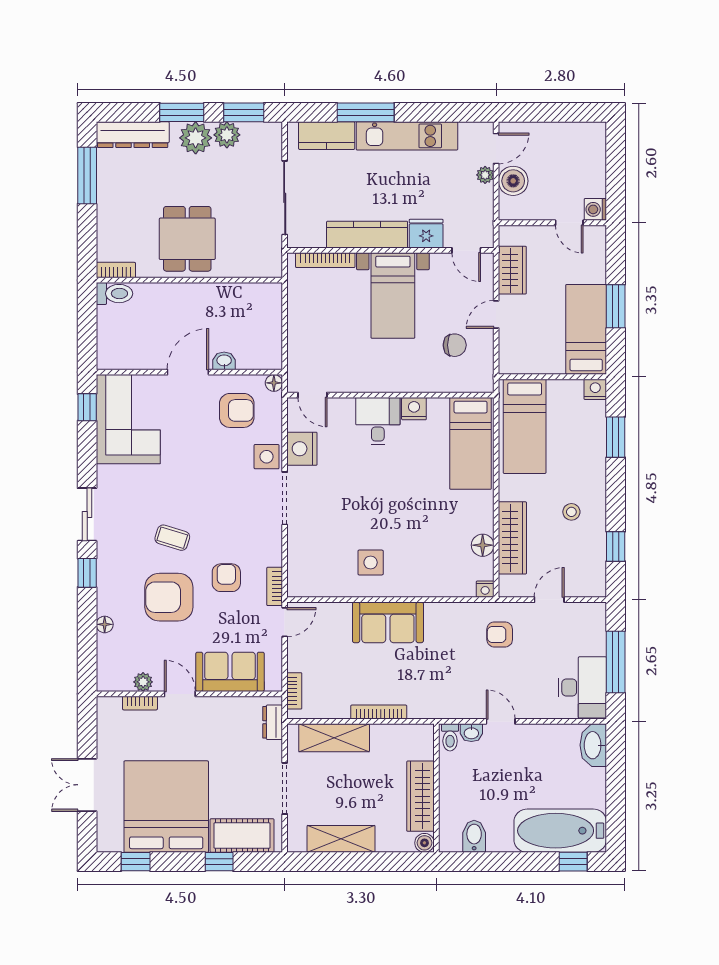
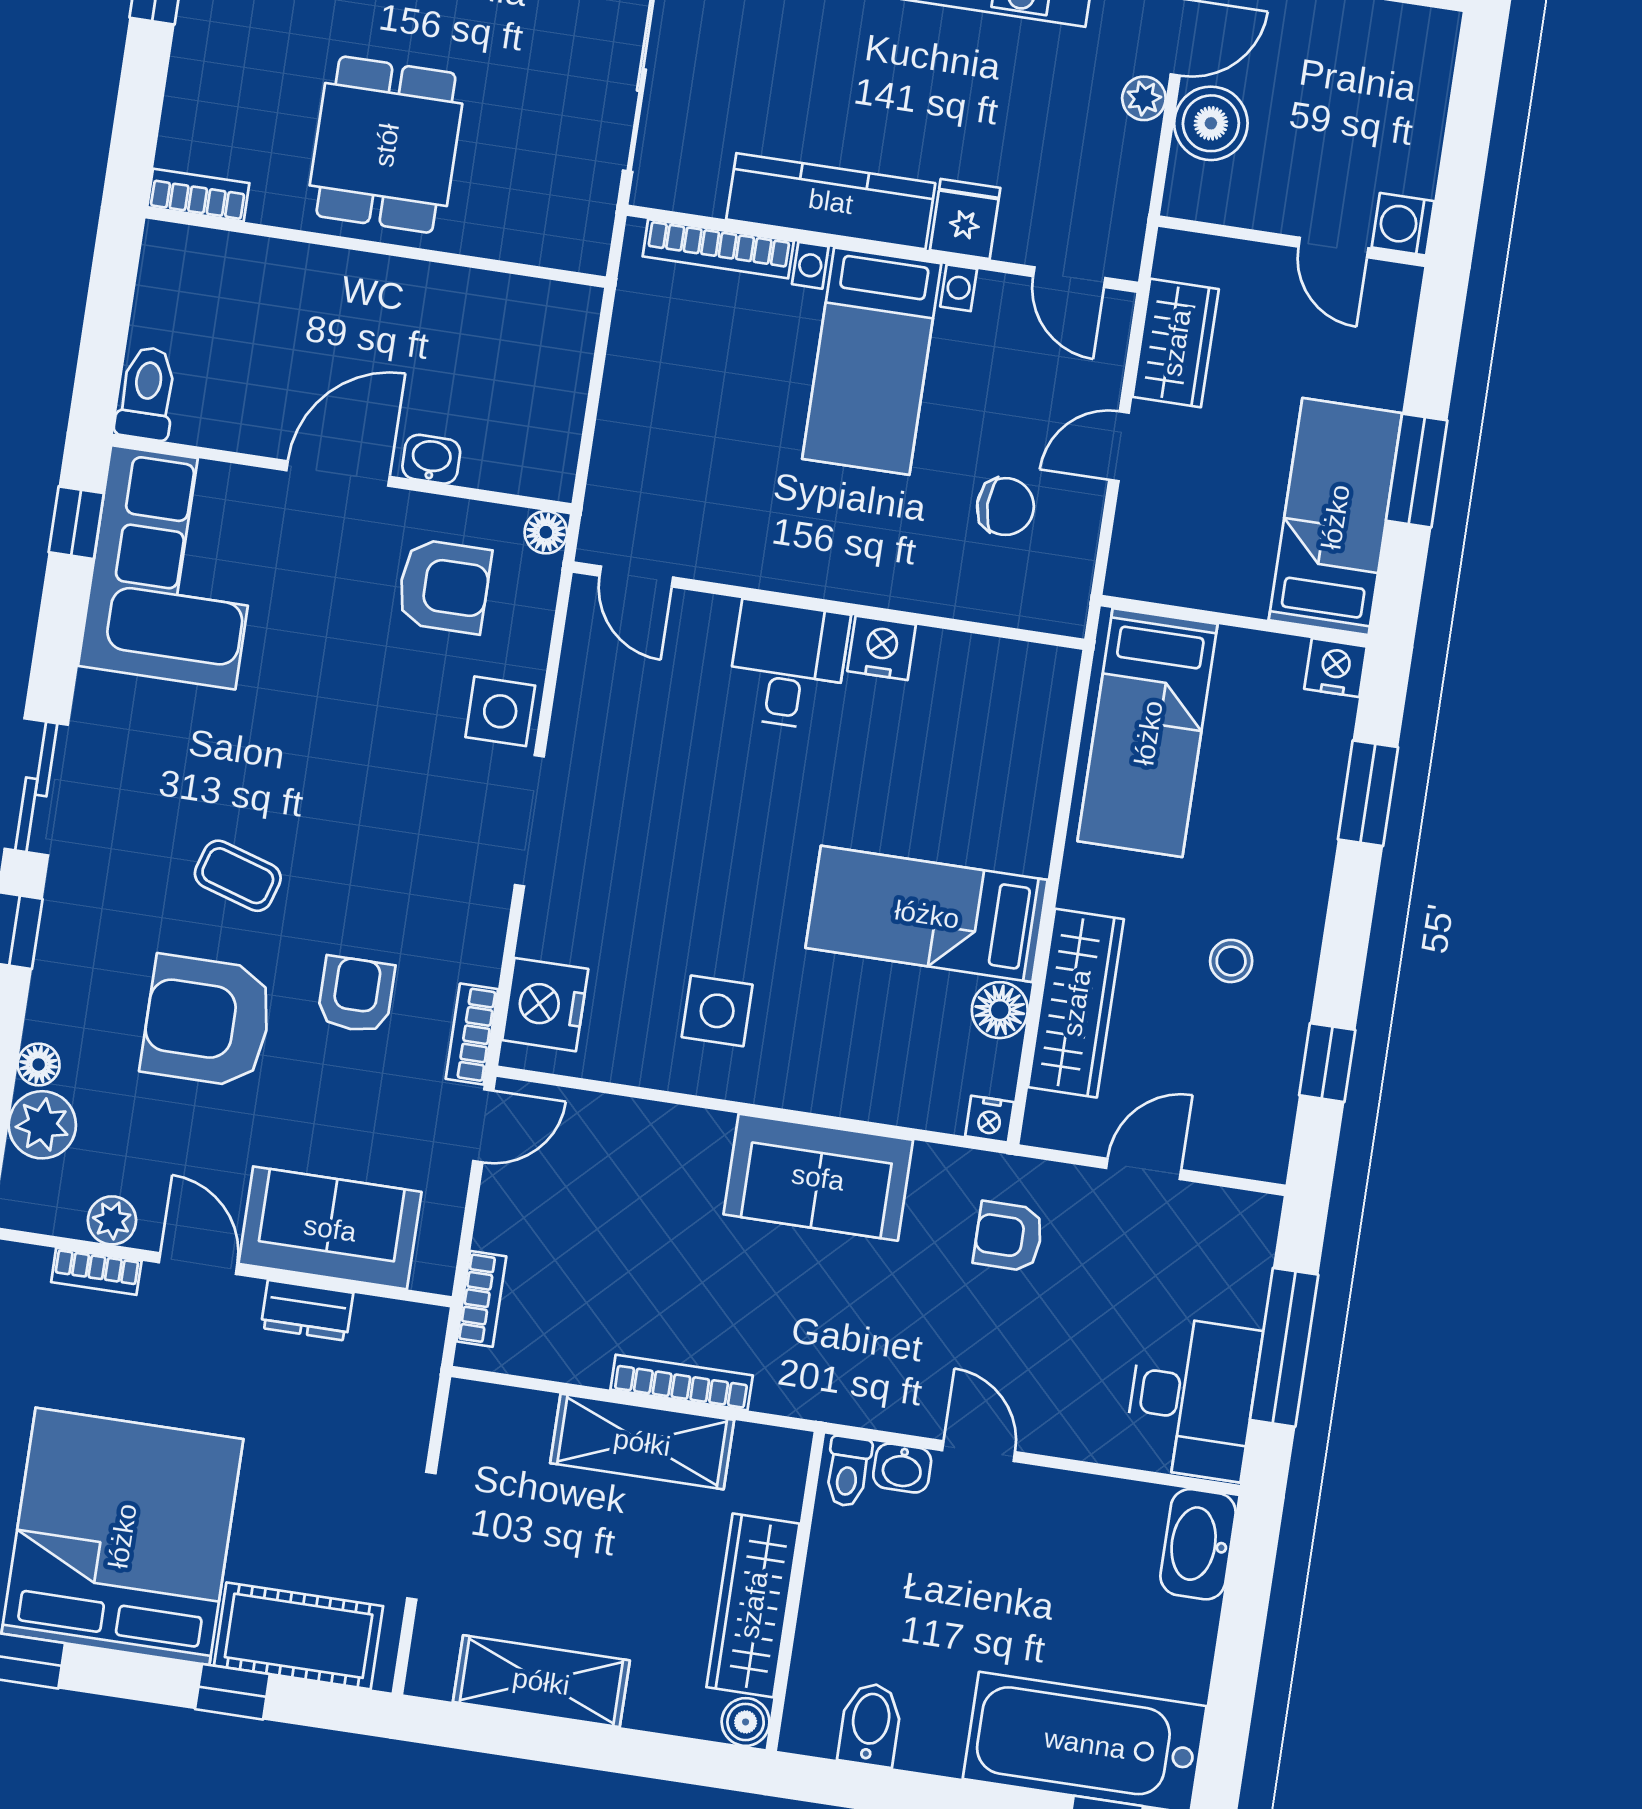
fridge: (426, 234) -> (965, 219), width x0.72
toilet: (114, 294) -> (147, 393), moved, turned -90
bed: (471, 443) -> (927, 914), moved, turned 90
nightstand: (302, 449) -> (545, 1005), moved
sofa: (388, 622) -> (818, 1177), moved
plant: (110, 648) -> (42, 1125), added
dresser: (273, 722) -> (307, 1310), moved, turned -90
shelving: (334, 738) -> (642, 1442), moved

